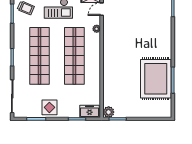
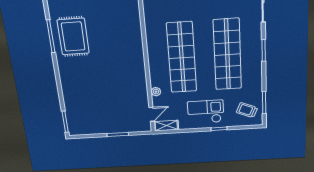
rug: (156, 79) -> (73, 37), width x0.73, depth x0.69

